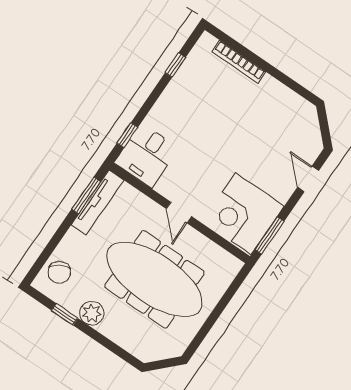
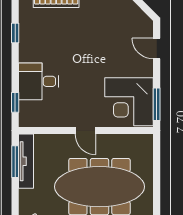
desk: (146, 155) -> (39, 81), moved, turned 90

